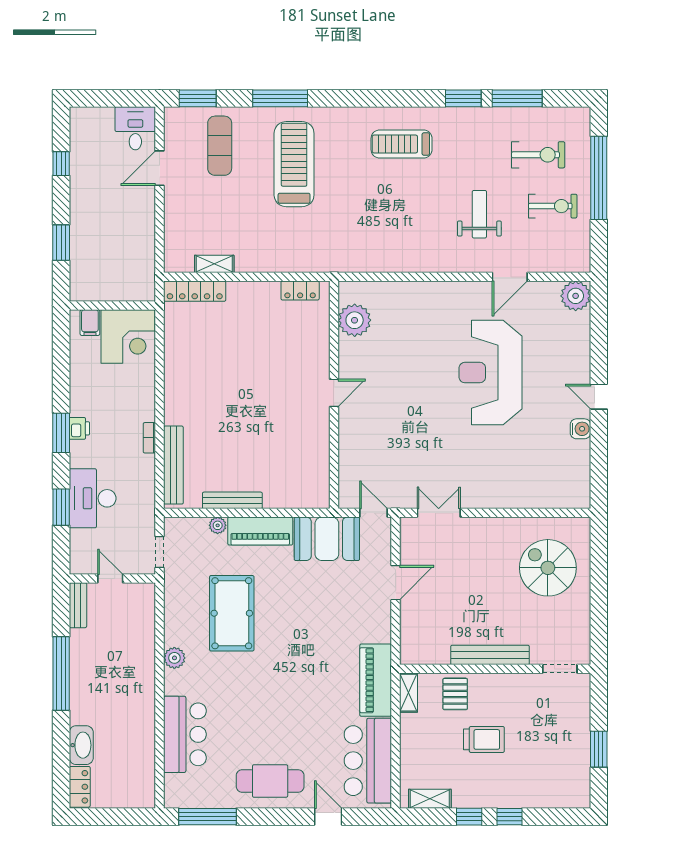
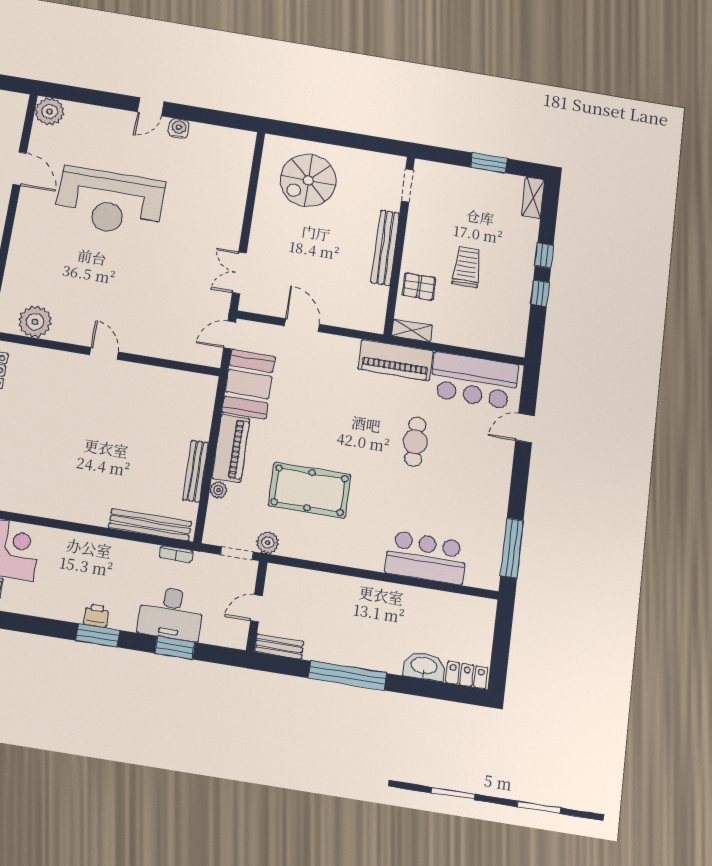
bookcase: (149, 438) -> (176, 554), moved
plant: (174, 658) -> (268, 543), moved
cafe table: (270, 781) -> (415, 442), moved, width x0.73, depth x0.74
shelving: (430, 799) -> (533, 198), moved

